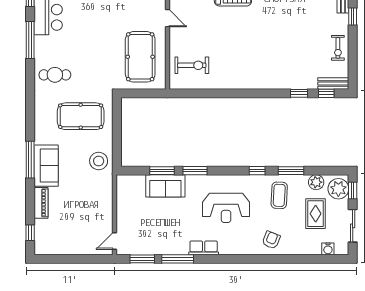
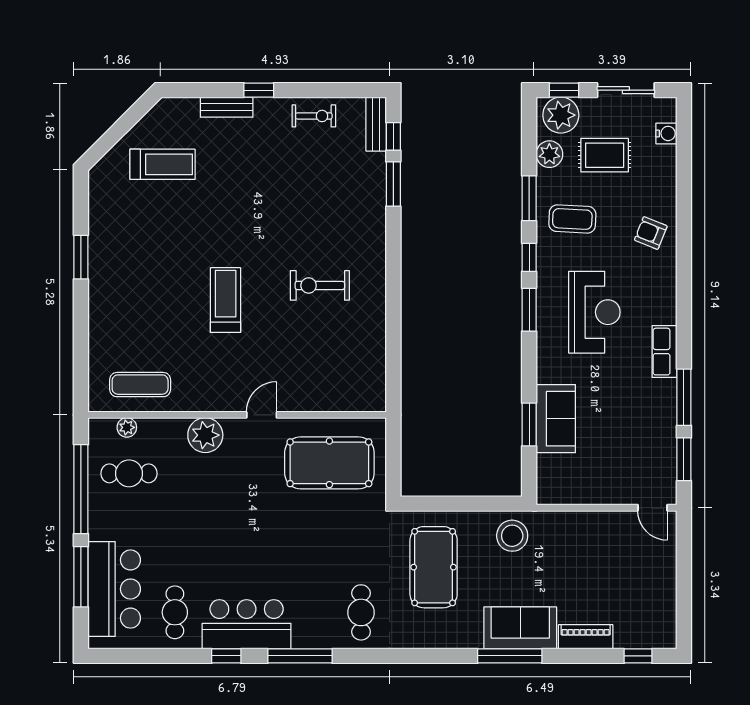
exercise bike: (192, 65) -> (320, 285), moved, turned -90
window: (299, 93) -> (393, 184), width x1.50
window: (195, 171) -> (529, 310), moved

